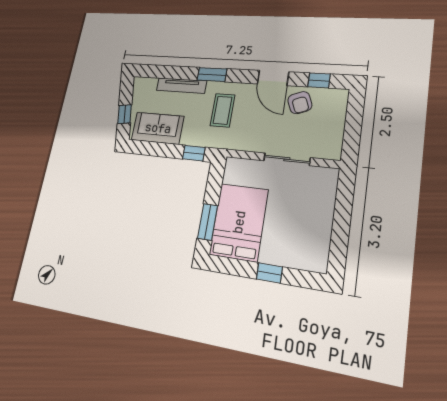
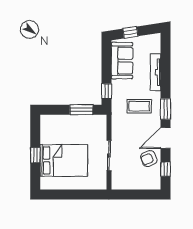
window: (212, 75) -> (165, 109), moved
window: (208, 222) -> (81, 110), moved
bed: (239, 222) -> (64, 160), moved

